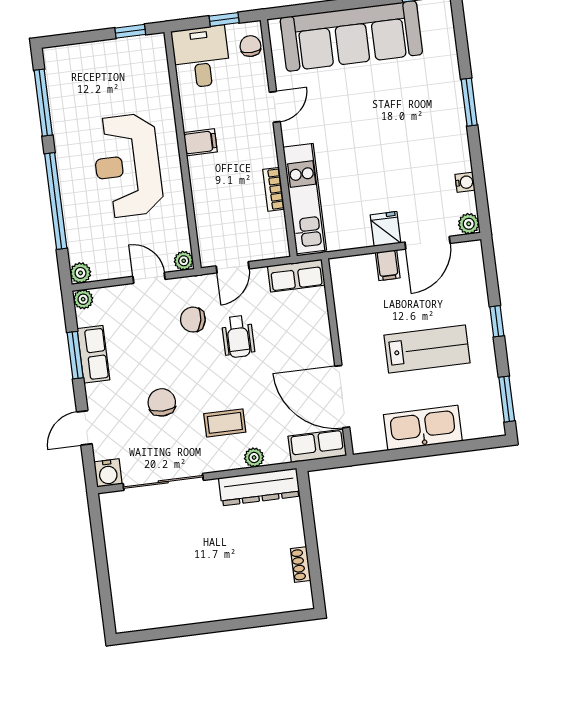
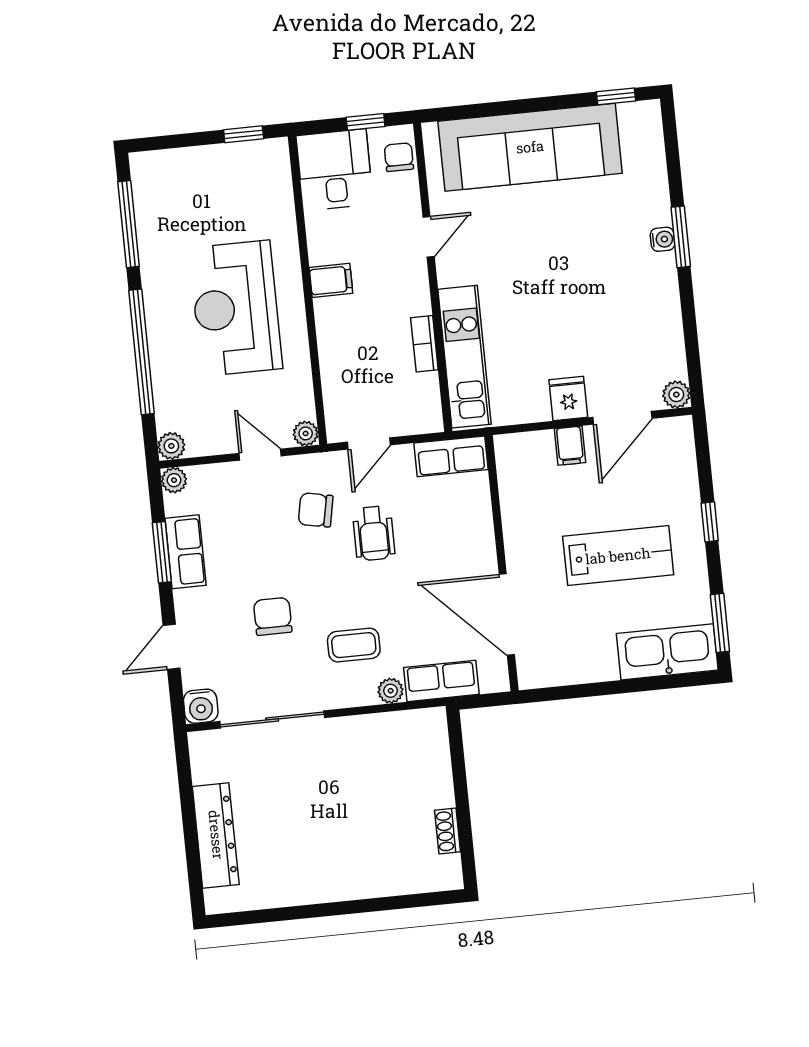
water cooler: (465, 182) -> (663, 239), moved
kitchen sink: (423, 428) -> (667, 652), moved
row of seats: (317, 446) -> (441, 681), moved
dresser: (259, 487) -> (216, 835), moved, turned -90

